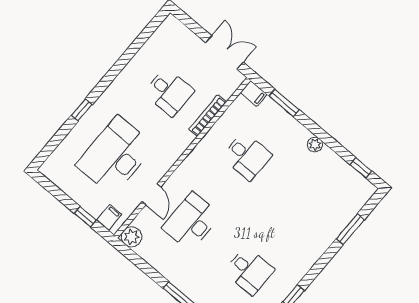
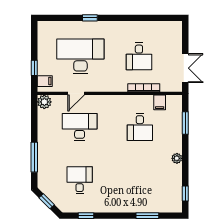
filing cabinet: (254, 93) -> (160, 102), moved
desk: (249, 271) -> (80, 180), turned 180

